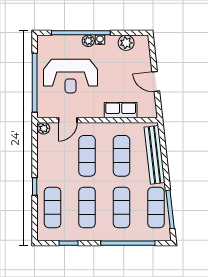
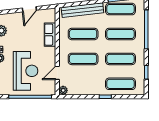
door: (68, 120) -> (57, 73), swing flipped

